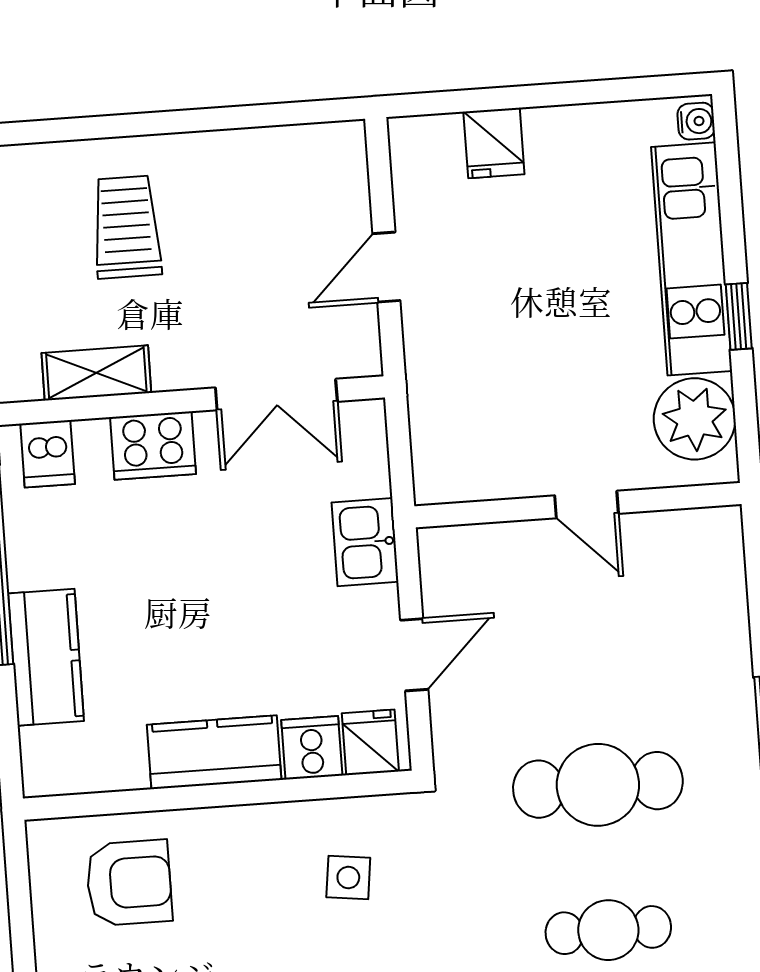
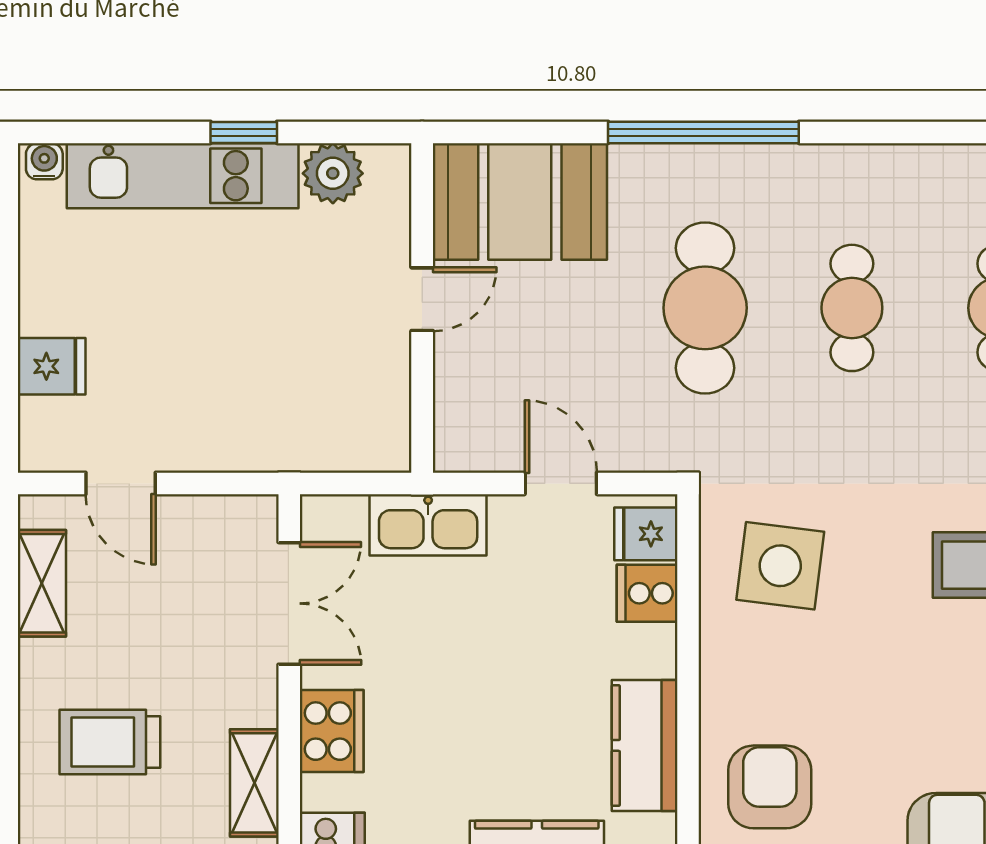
shelving: (279, 149) -> (42, 583), added
door: (386, 267) -> (121, 483), moved
plant: (695, 419) -> (333, 173), width x0.73, depth x0.73
kitchen sink: (365, 542) -> (428, 525), width x1.38
booth: (690, 594) -> (520, 201), added
kitchen counter: (214, 752) -> (645, 745), moved
side table: (348, 877) -> (780, 566), width x1.87, depth x1.87

